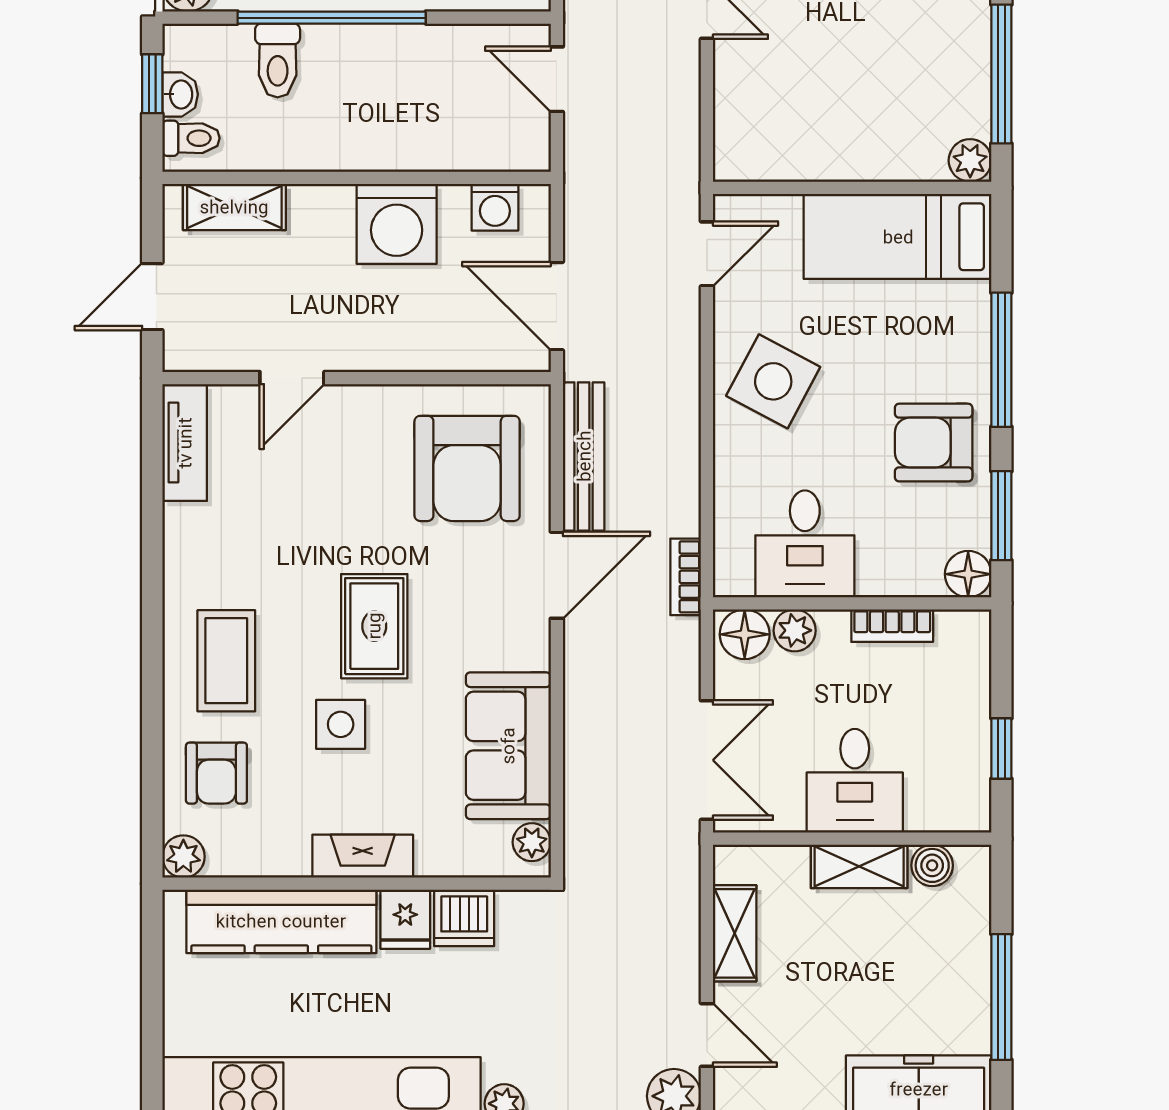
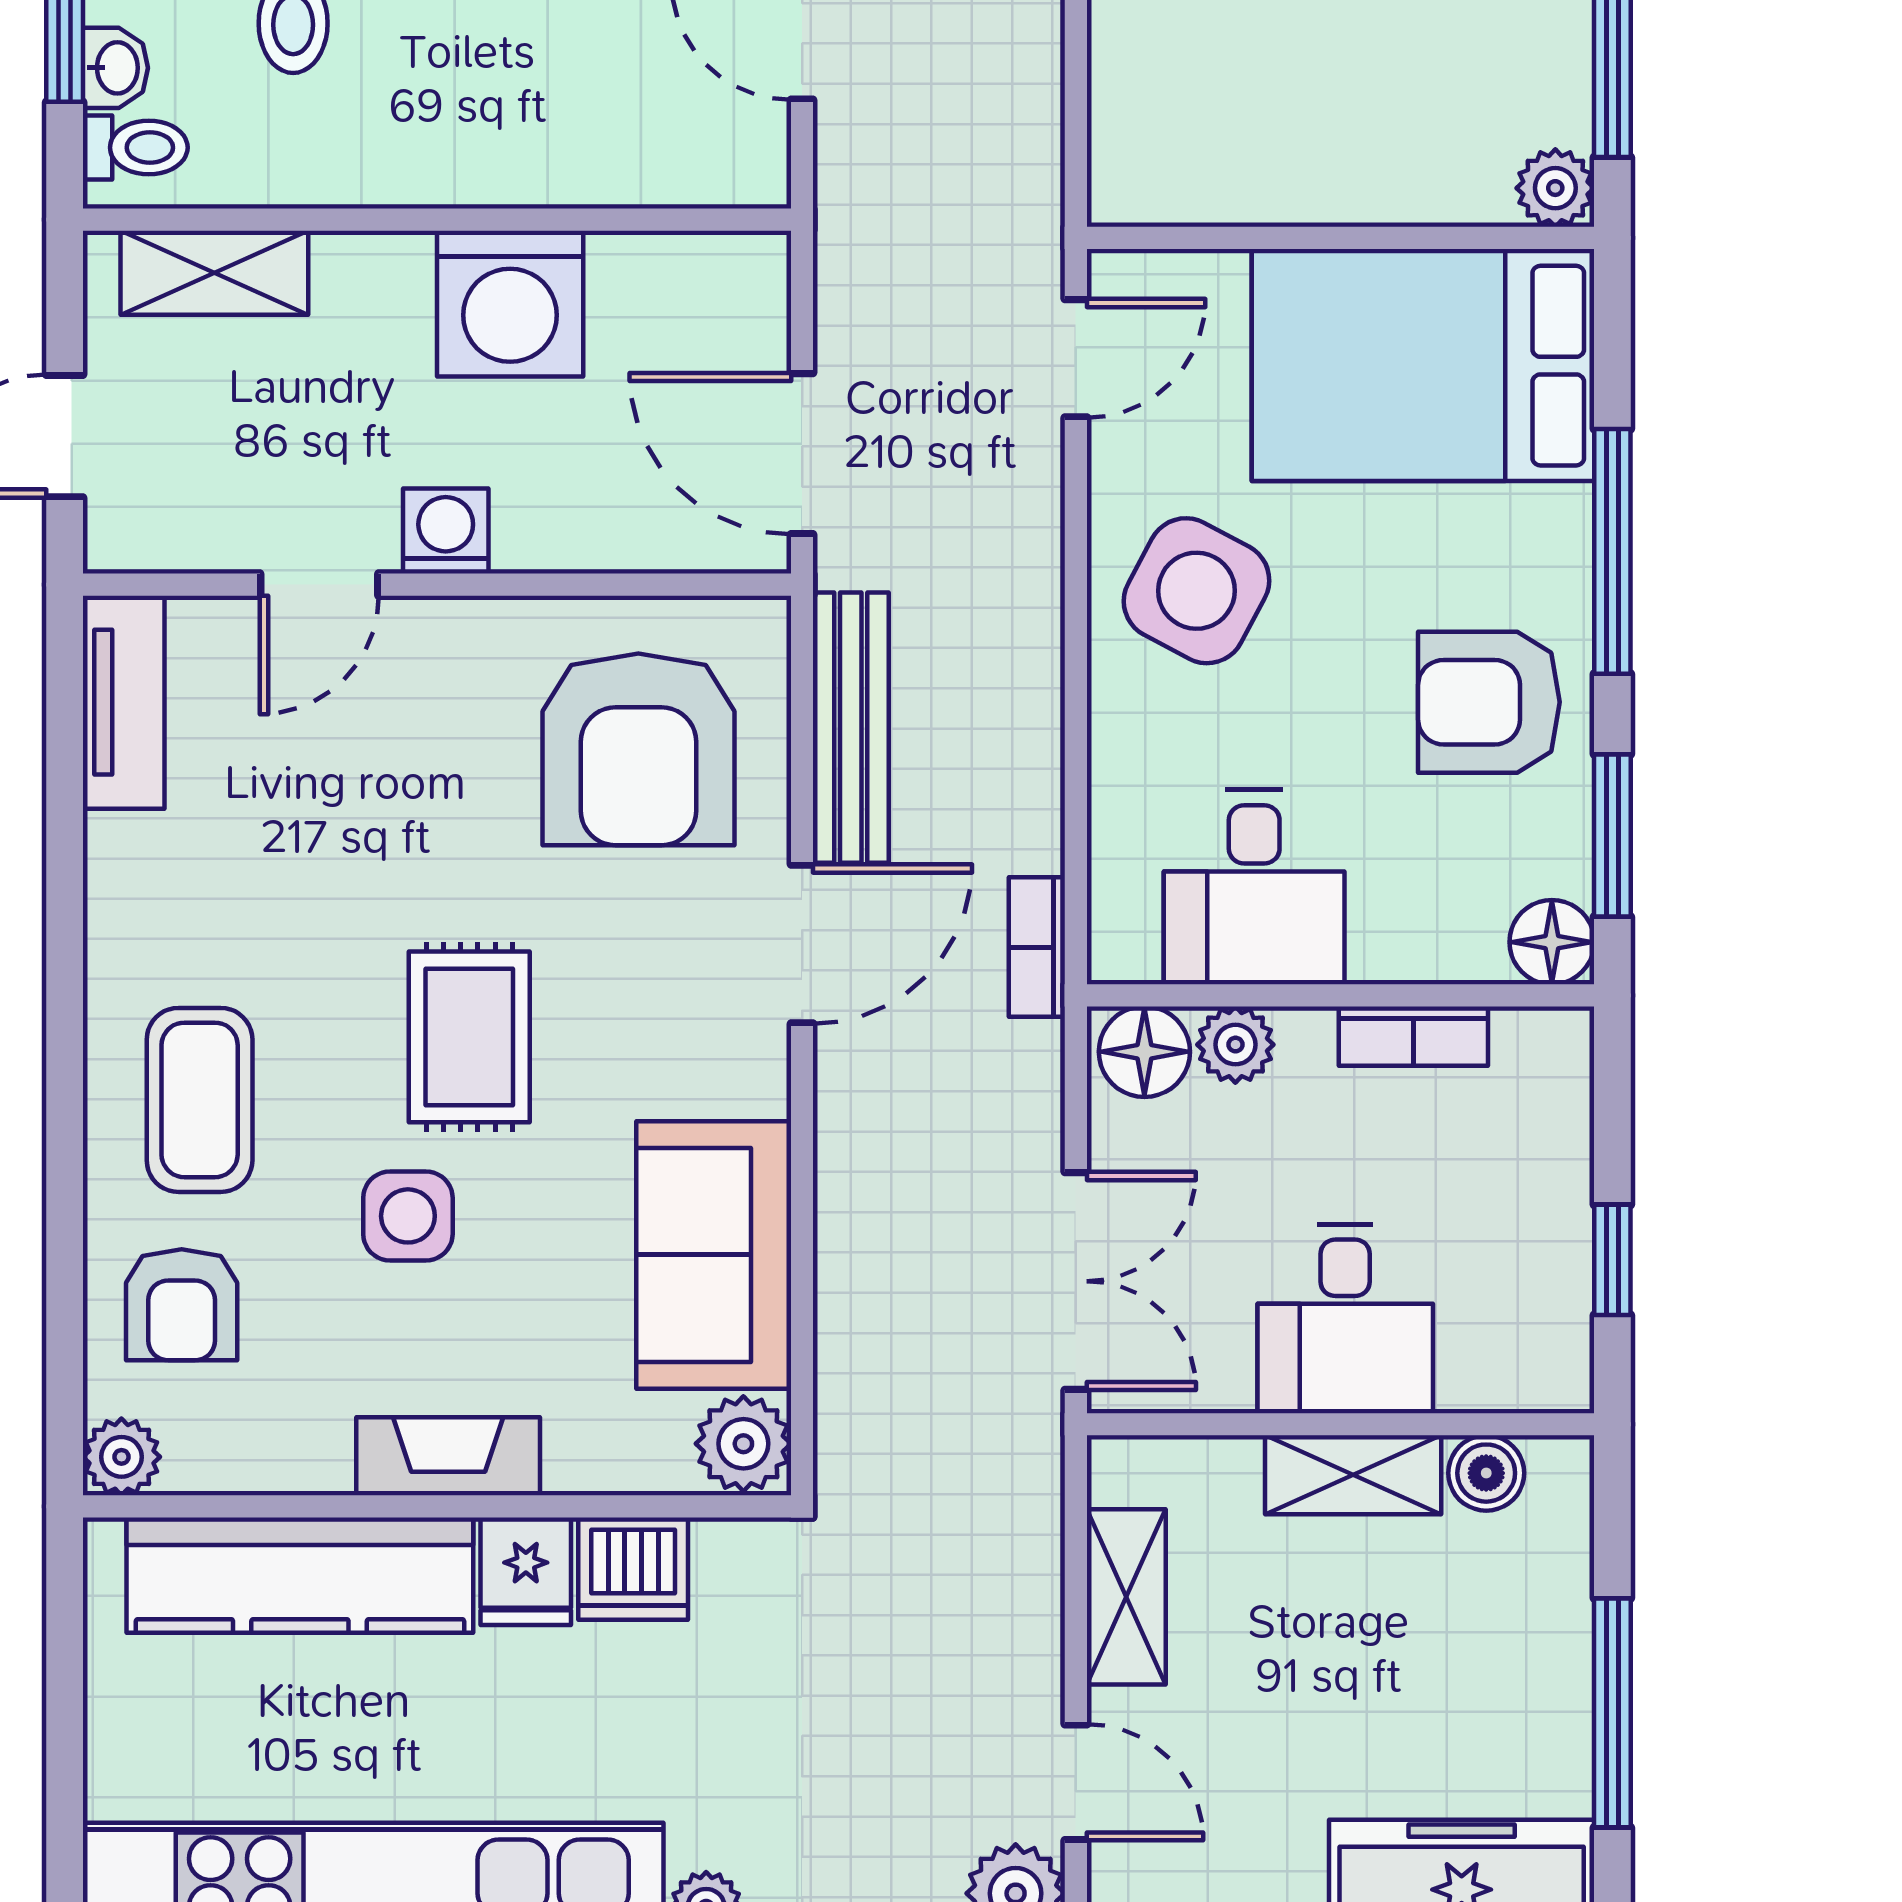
washing machine: (495, 207) -> (446, 531), moved, turned 180
bed: (898, 237) -> (1423, 366), width x1.50
plant: (532, 842) -> (743, 1444), width x1.38, depth x1.38

